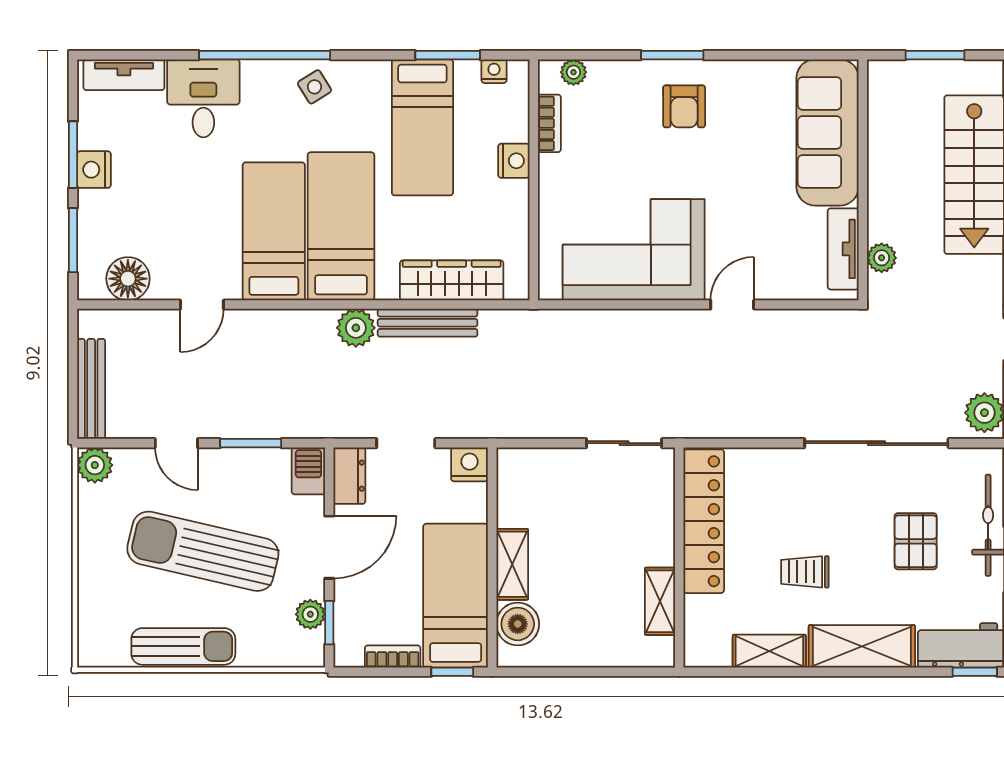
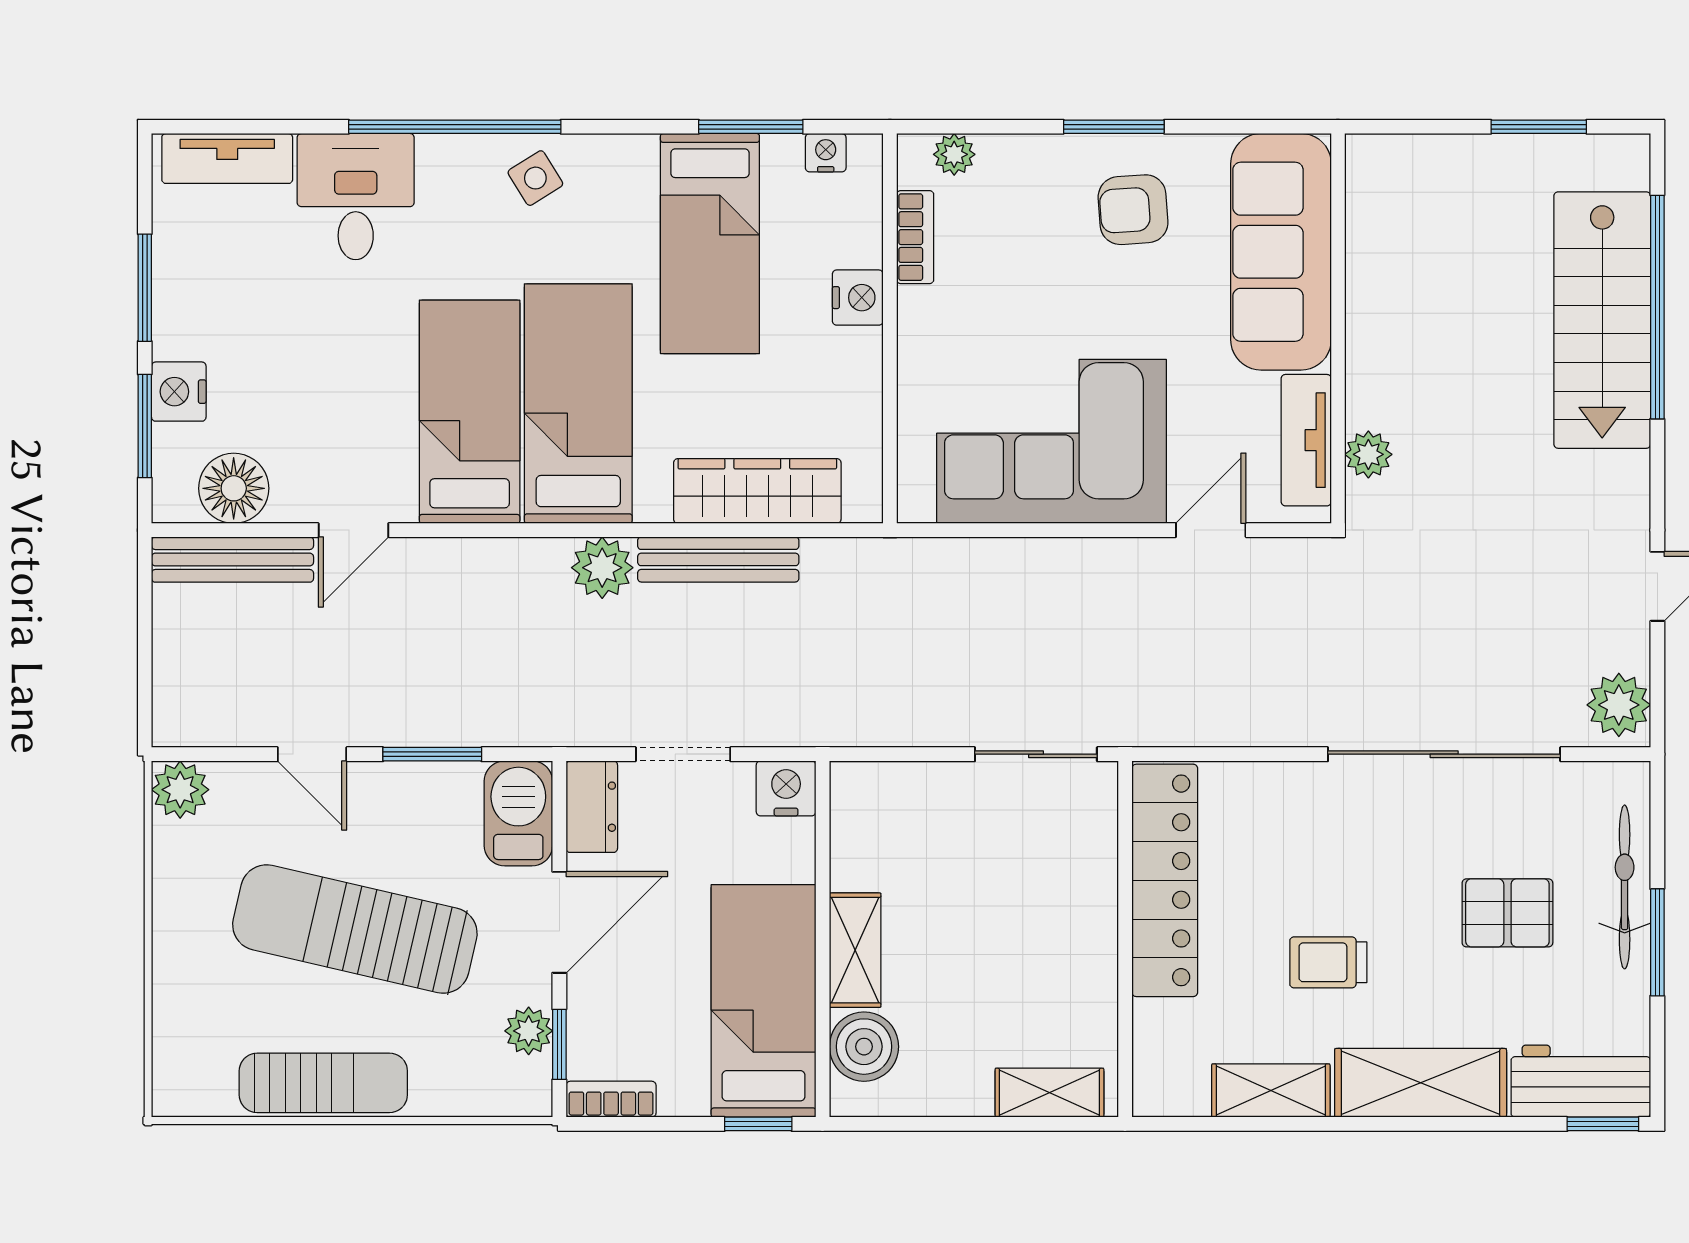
armchair: (684, 106) -> (1133, 210), turned 86
sofa: (828, 132) -> (1281, 252), moved
nightstand: (94, 170) -> (179, 392), moved
wall: (863, 180) -> (1338, 328), moved
tv unit: (843, 249) -> (1306, 440), moved
plant: (882, 258) -> (1368, 454), moved
bench: (91, 389) -> (232, 560), moved, turned 90
barbecue: (308, 471) -> (518, 813), width x1.38, depth x1.27
pallet: (916, 541) -> (1507, 913), turned 90
shelving: (660, 601) -> (1049, 1093), moved, turned 90
bookcase: (393, 657) -> (611, 1099), moved

